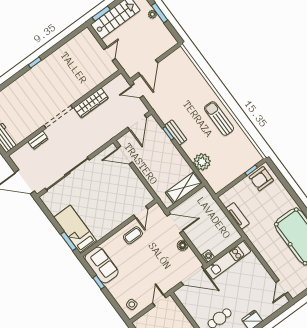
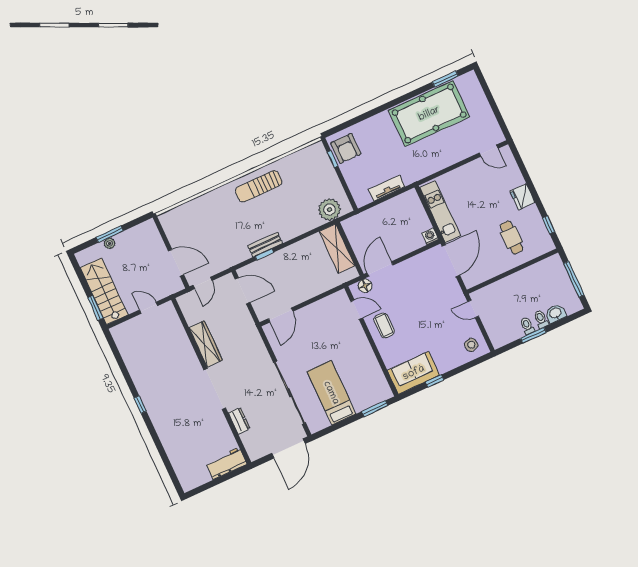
plant: (202, 162) -> (329, 210), moved
bed: (75, 230) -> (331, 393), moved, turned 90
floor lamp: (183, 245) -> (365, 286), moved

